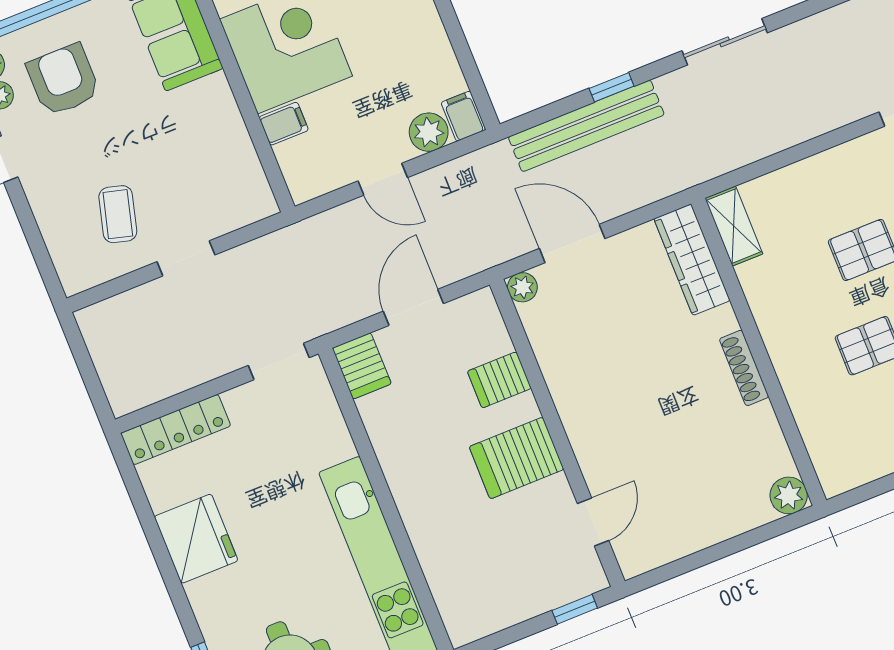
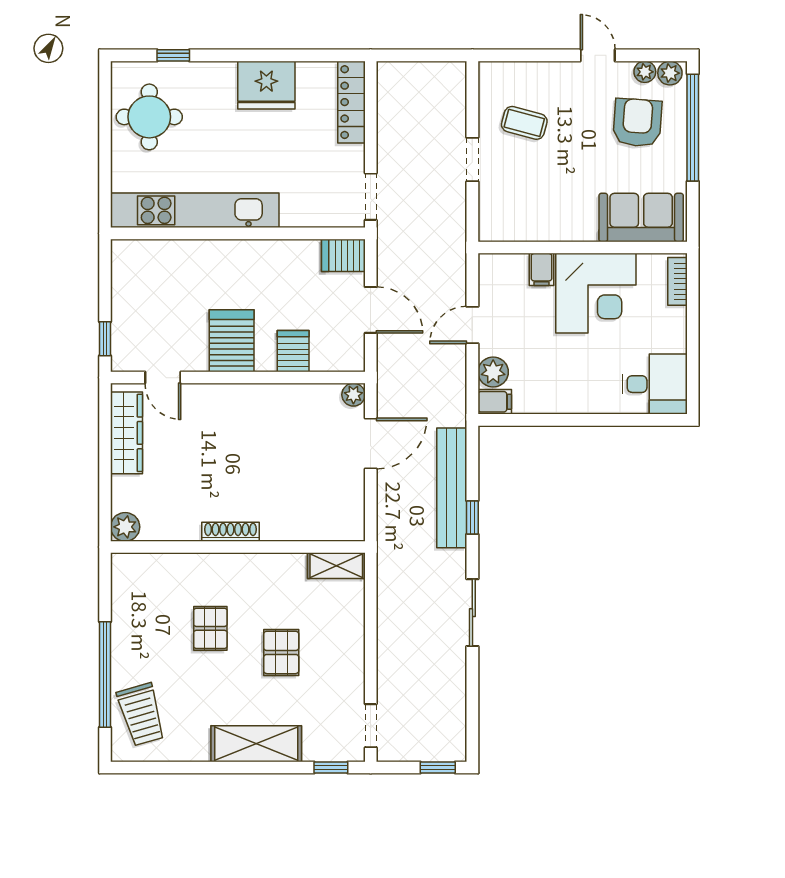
armchair: (63, 80) -> (637, 123), turned -86
wardrobe: (692, 260) -> (127, 433), moved, turned 90

